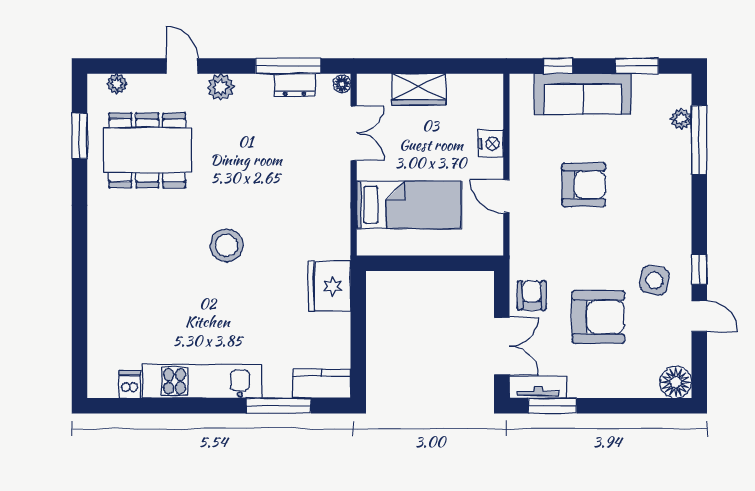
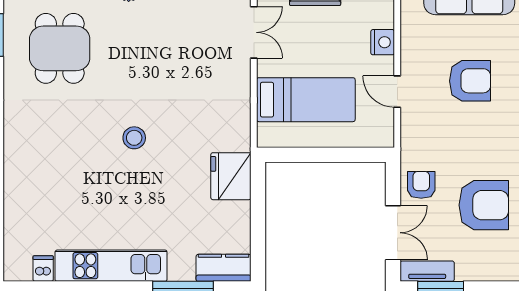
dining table: (147, 150) -> (60, 48), width x0.73
stool: (227, 245) -> (134, 138), width x0.73, depth x0.73

